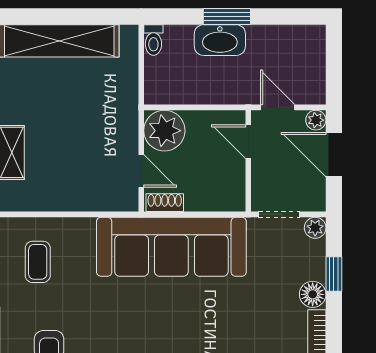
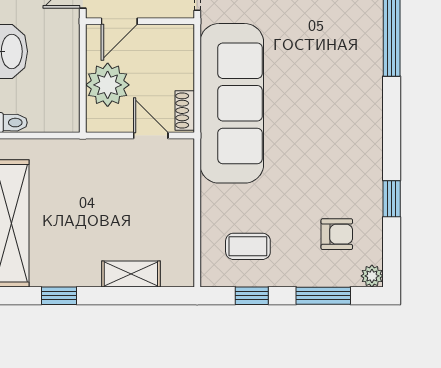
plant: (164, 131) -> (108, 85), moved
door: (141, 171) -> (151, 136), hinge flipped

